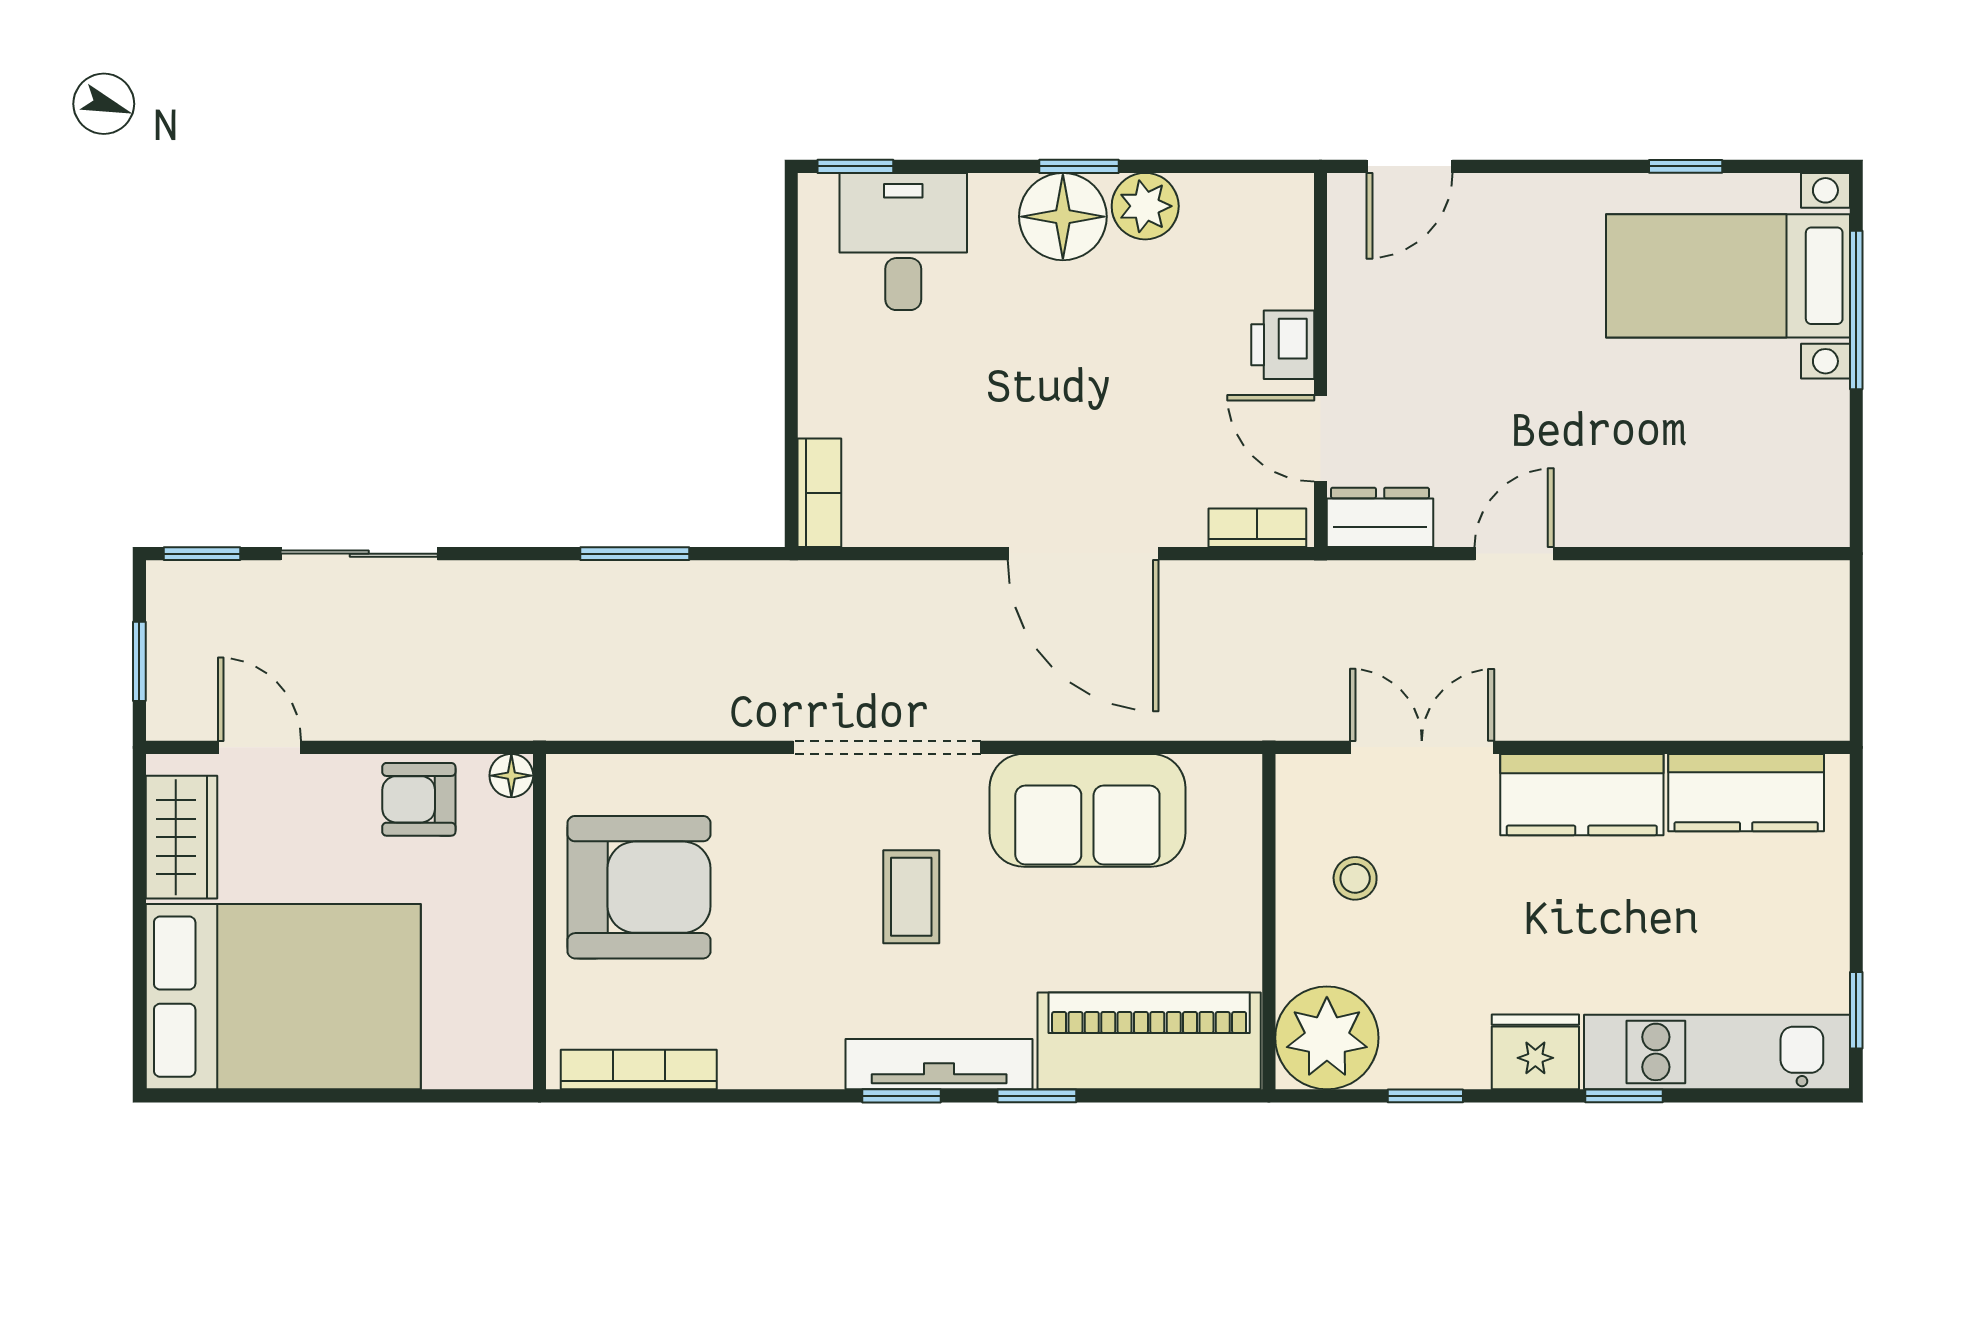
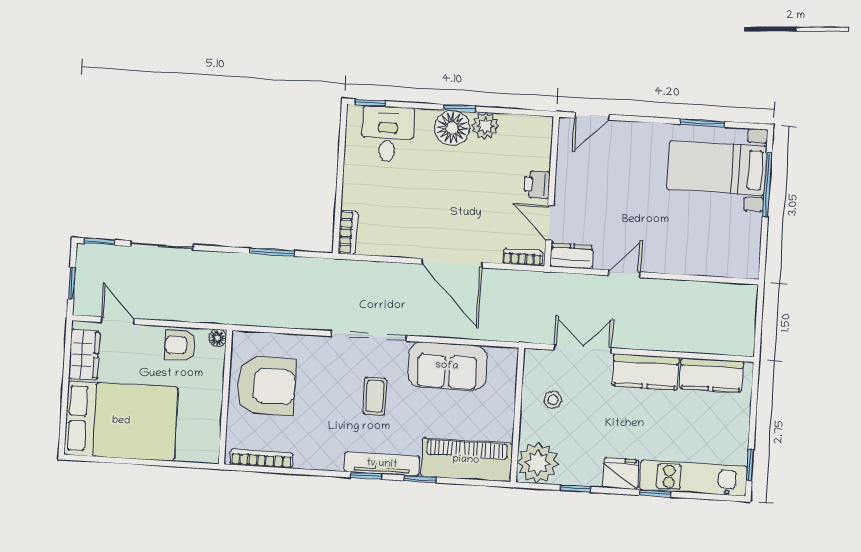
window: (1686, 166) -> (702, 123), width x1.50

